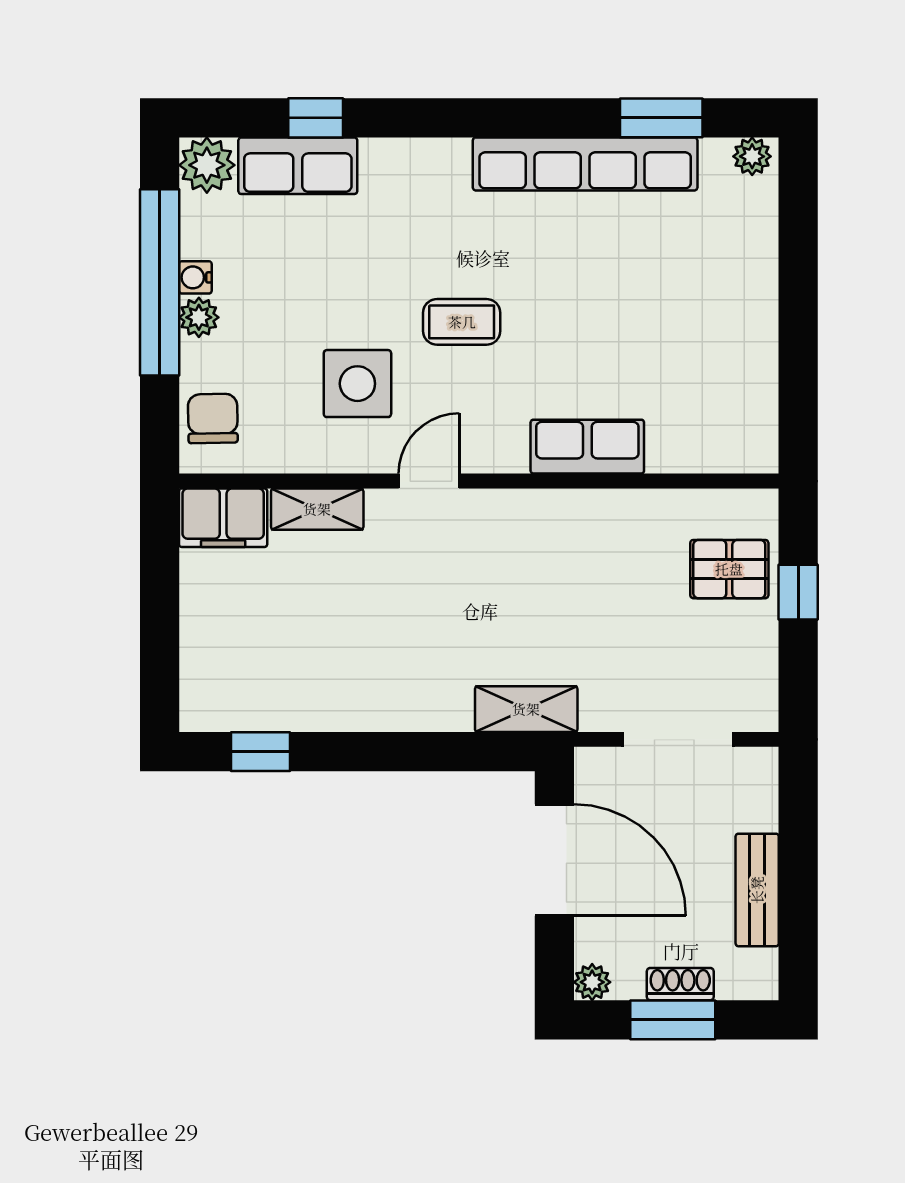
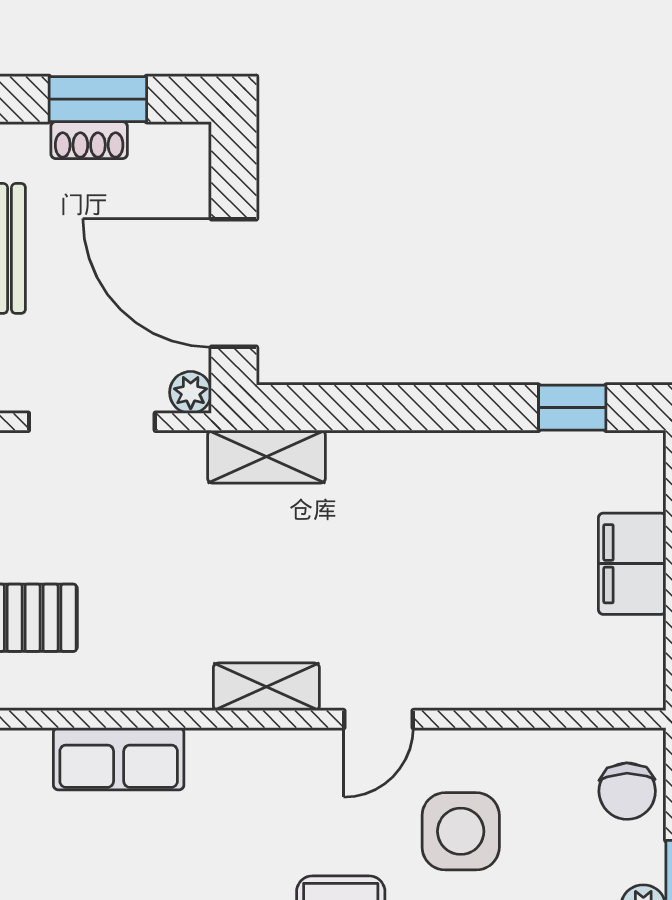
row of seats: (587, 447) -> (119, 759), moved
shelving: (317, 509) -> (266, 687), moved
filing cabinet: (223, 518) -> (632, 564), moved, turned -90
plant: (592, 982) -> (191, 392), moved

